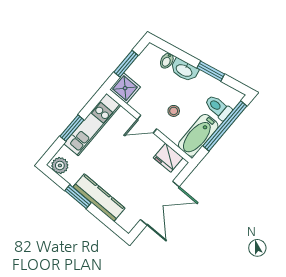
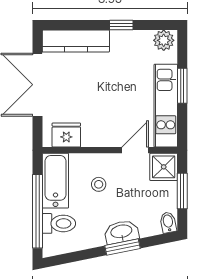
bidet: (167, 61) -> (168, 222), moved
window: (211, 71) -> (123, 247), moved
door: (147, 124) -> (135, 150), moved
window: (78, 197) -> (121, 25), width x0.67
kitchen counter: (99, 198) -> (76, 41), moved

